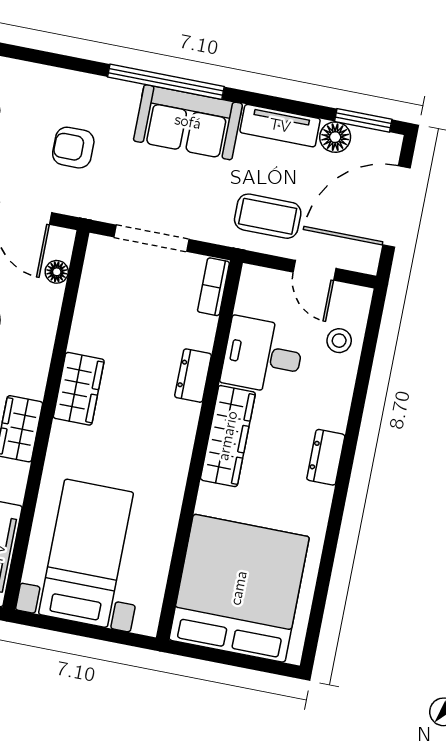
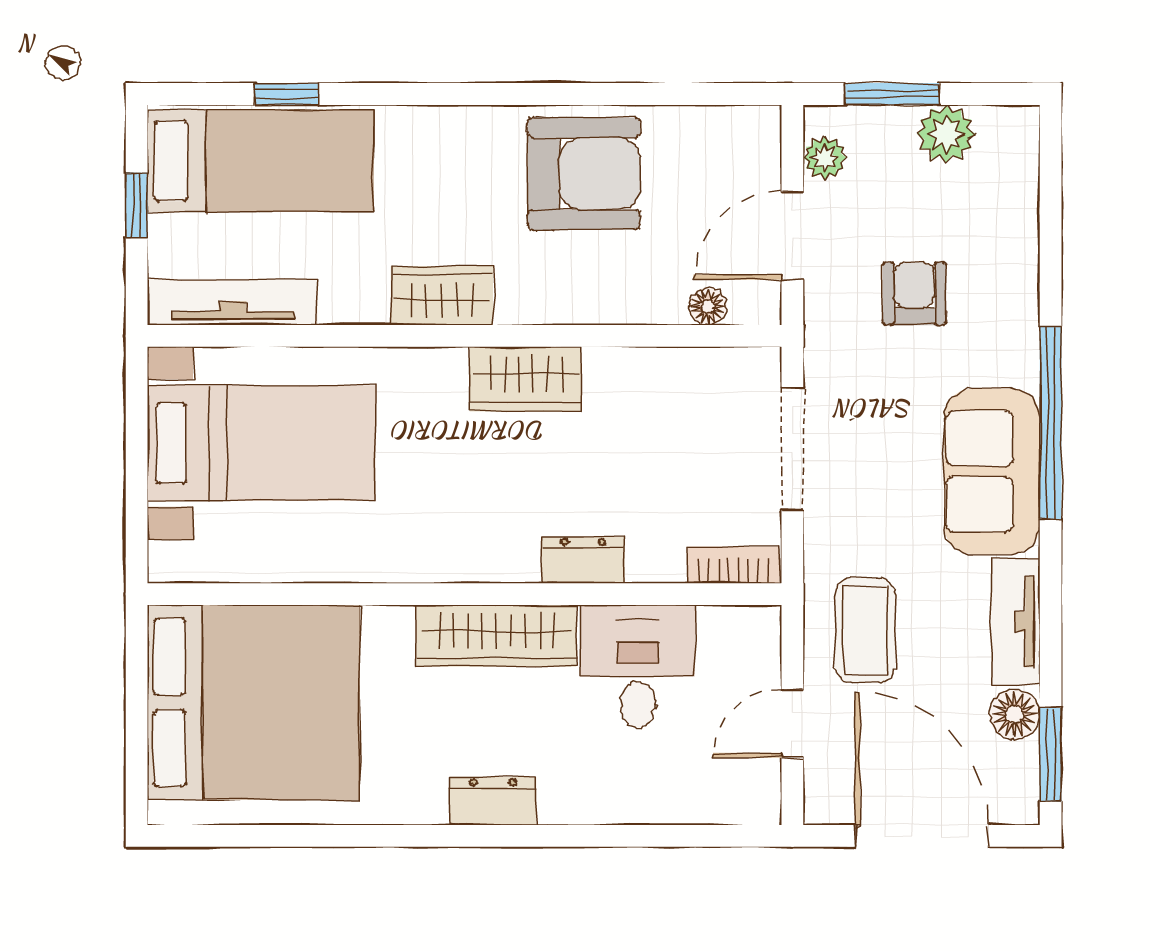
stool: (339, 341) -> (686, 786), removed

